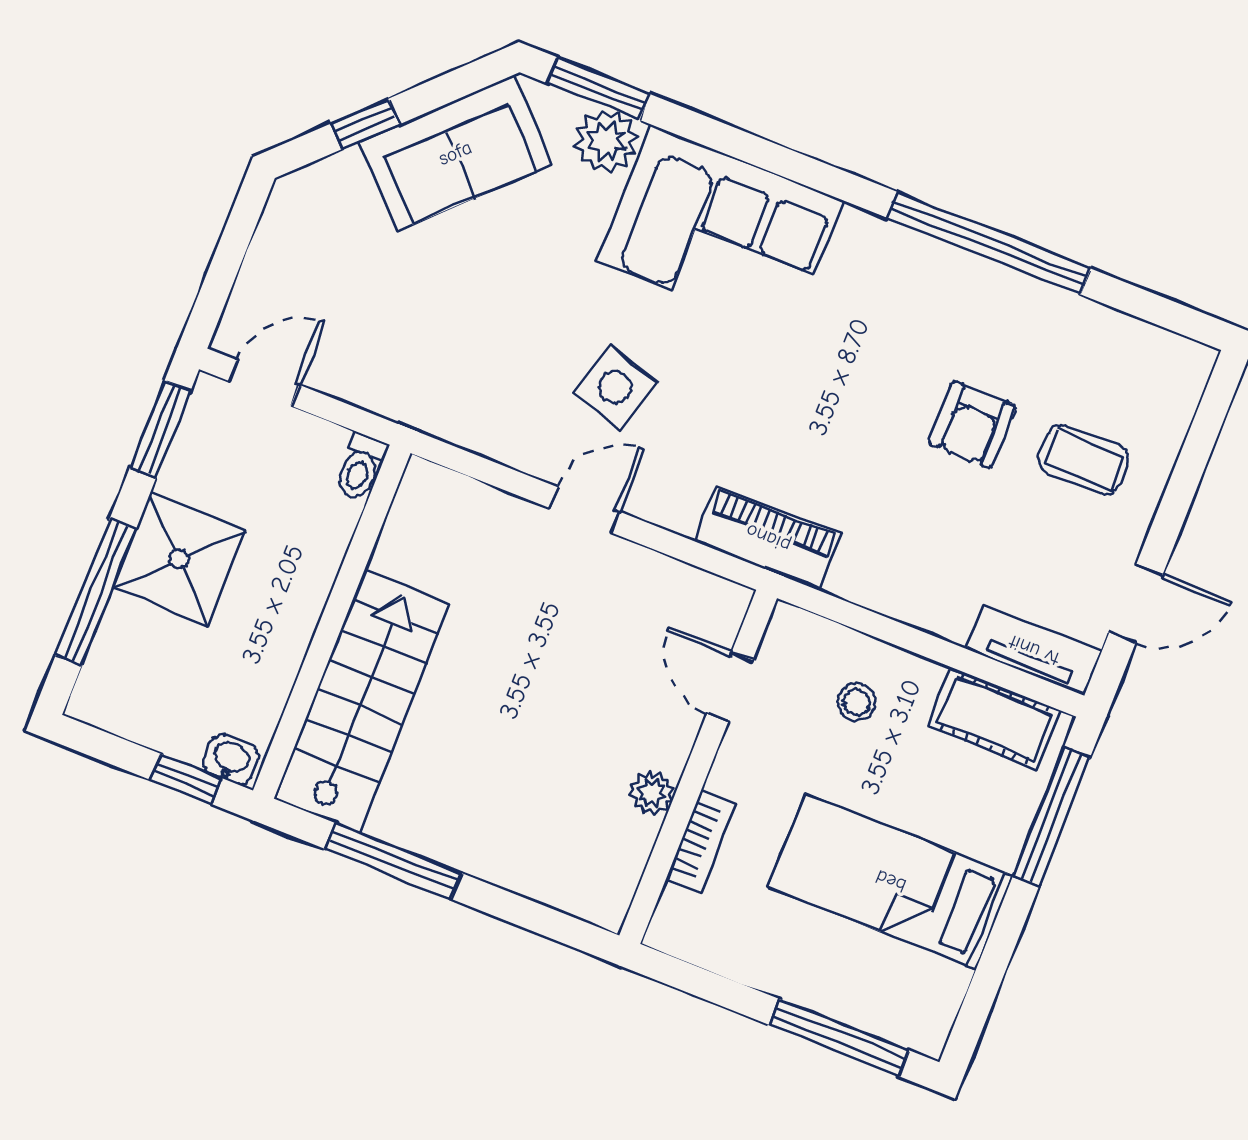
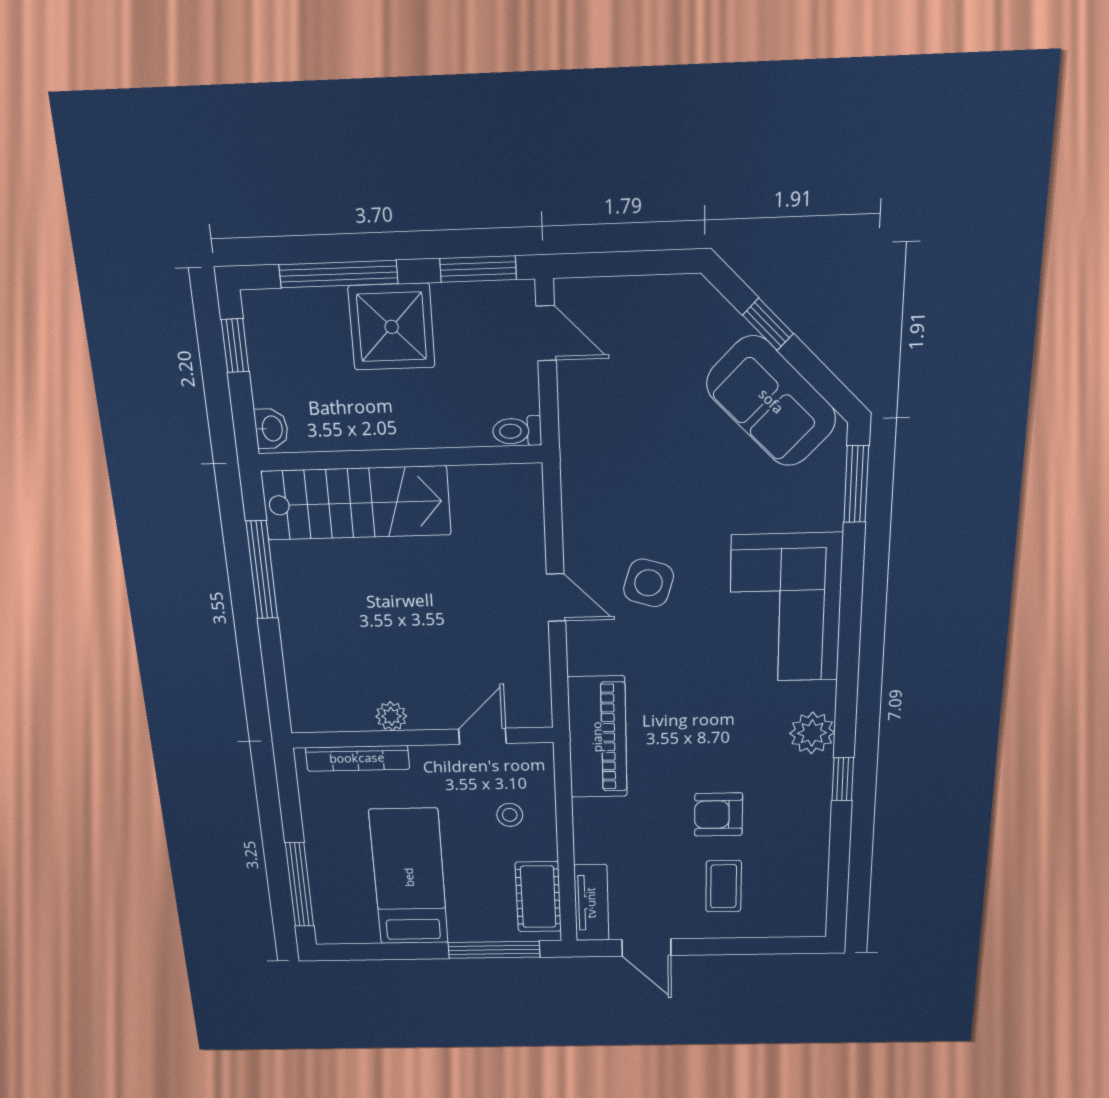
plant: (606, 141) -> (812, 733), moved
window: (989, 243) -> (843, 779), width x0.32
piano: (768, 538) -> (597, 737), width x1.37, depth x1.33
window: (186, 779) -> (235, 346), moved
bookcase: (701, 841) -> (357, 758), width x1.56

